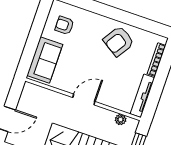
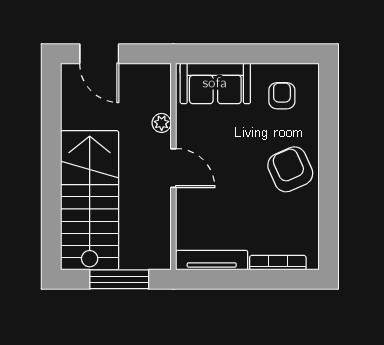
armchair: (119, 41) -> (290, 169), moved, turned 33
plant: (121, 120) -> (162, 123), moved

